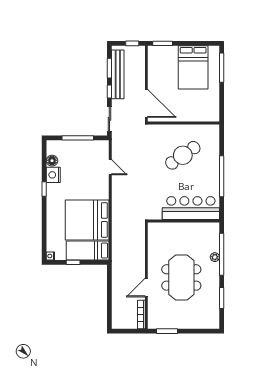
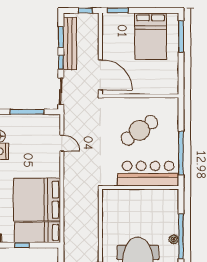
bar counter: (191, 208) -> (148, 174), moved
wall: (184, 221) -> (140, 187), moved

